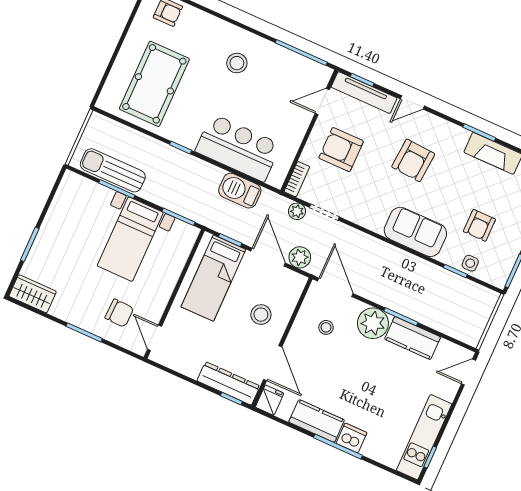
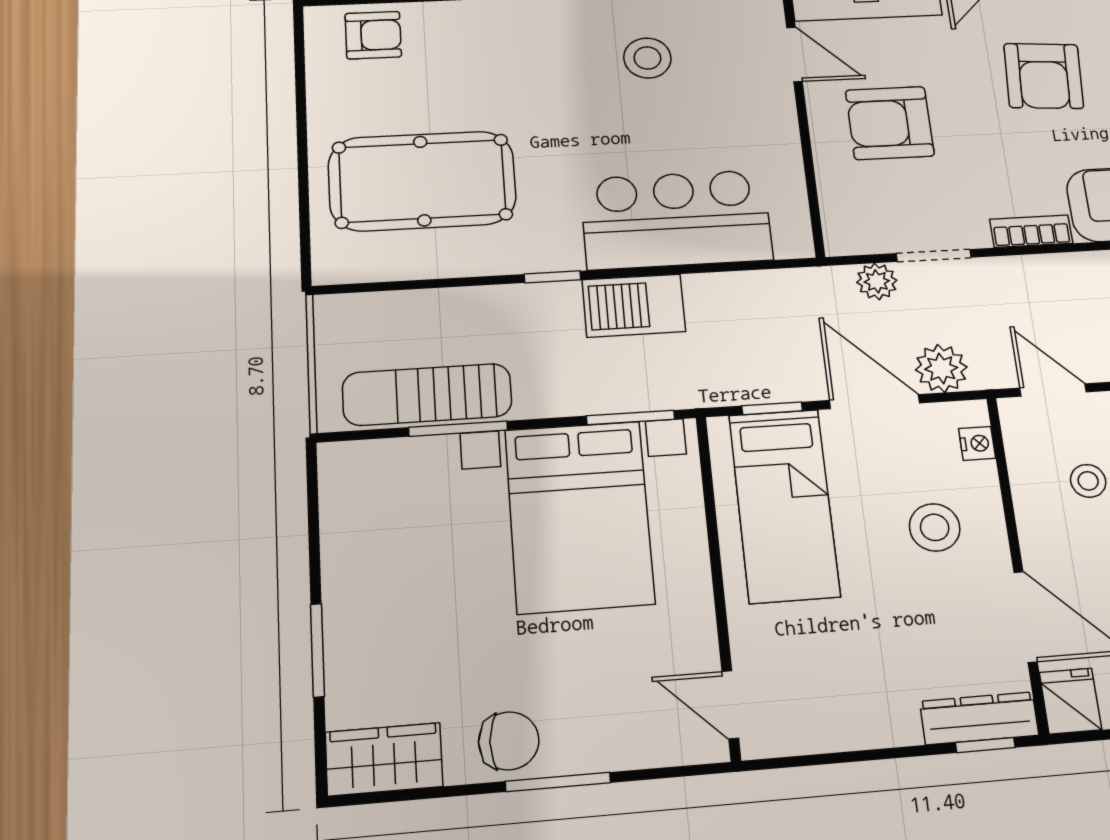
stool: (237, 63) -> (647, 58), moved
pool table: (154, 84) -> (422, 181), turned 90
door: (322, 102) -> (794, 54), swing flipped
bookcase: (297, 179) -> (1031, 231), moved, turned -90
barbecue: (240, 191) -> (634, 306), moved
bed with nightstands: (130, 239) -> (579, 516), width x1.36
door: (335, 287) -> (1053, 390), width x0.73
nightstand: (295, 292) -> (977, 443), added
chair: (119, 313) -> (509, 741), moved
dresser: (228, 383) -> (979, 718), width x0.73, depth x0.80

